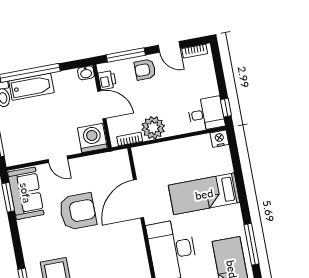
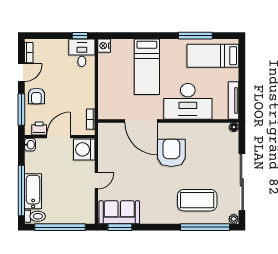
plant: (153, 128) -> (85, 98), removed
armchair: (78, 211) -> (171, 153), moved

